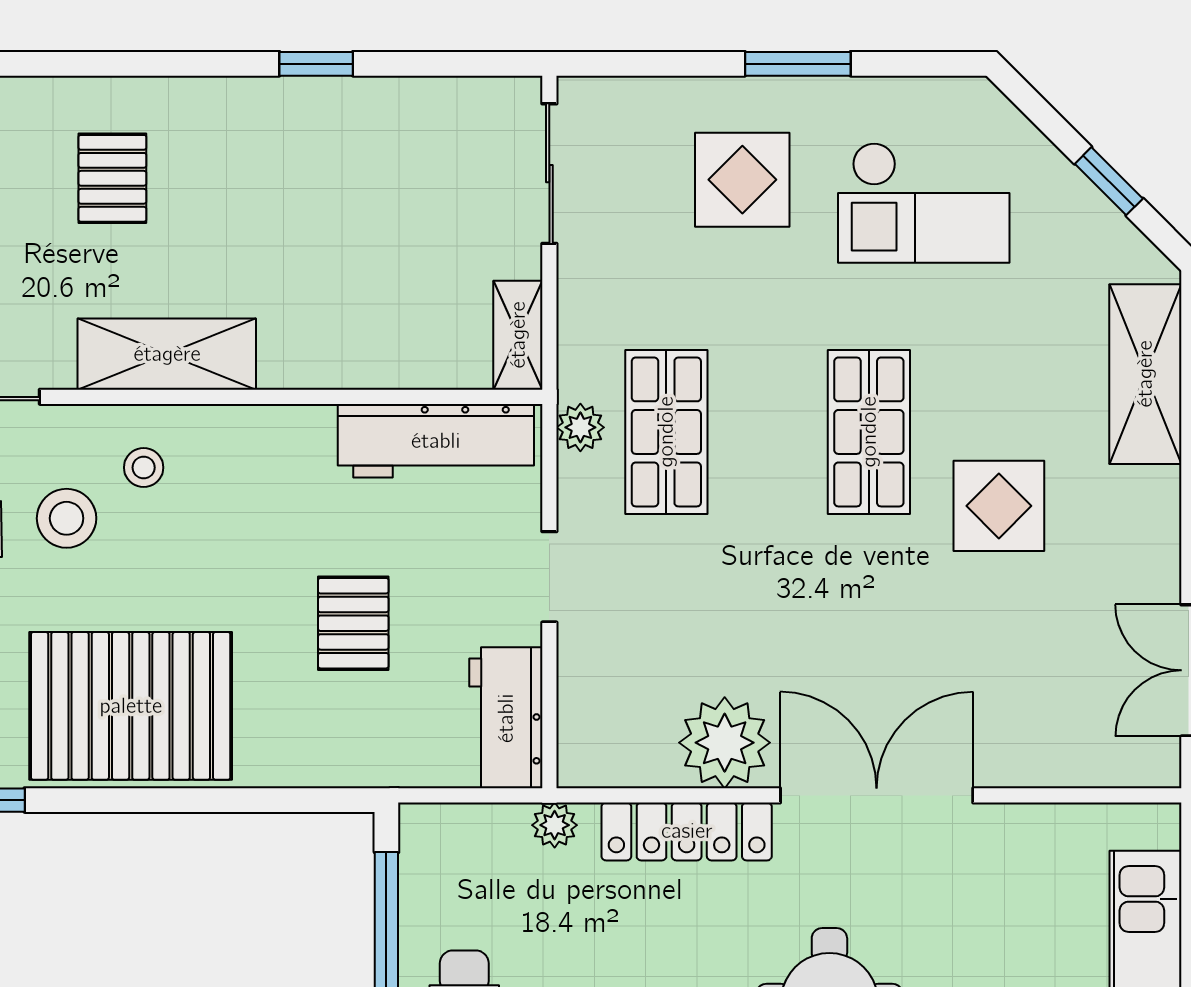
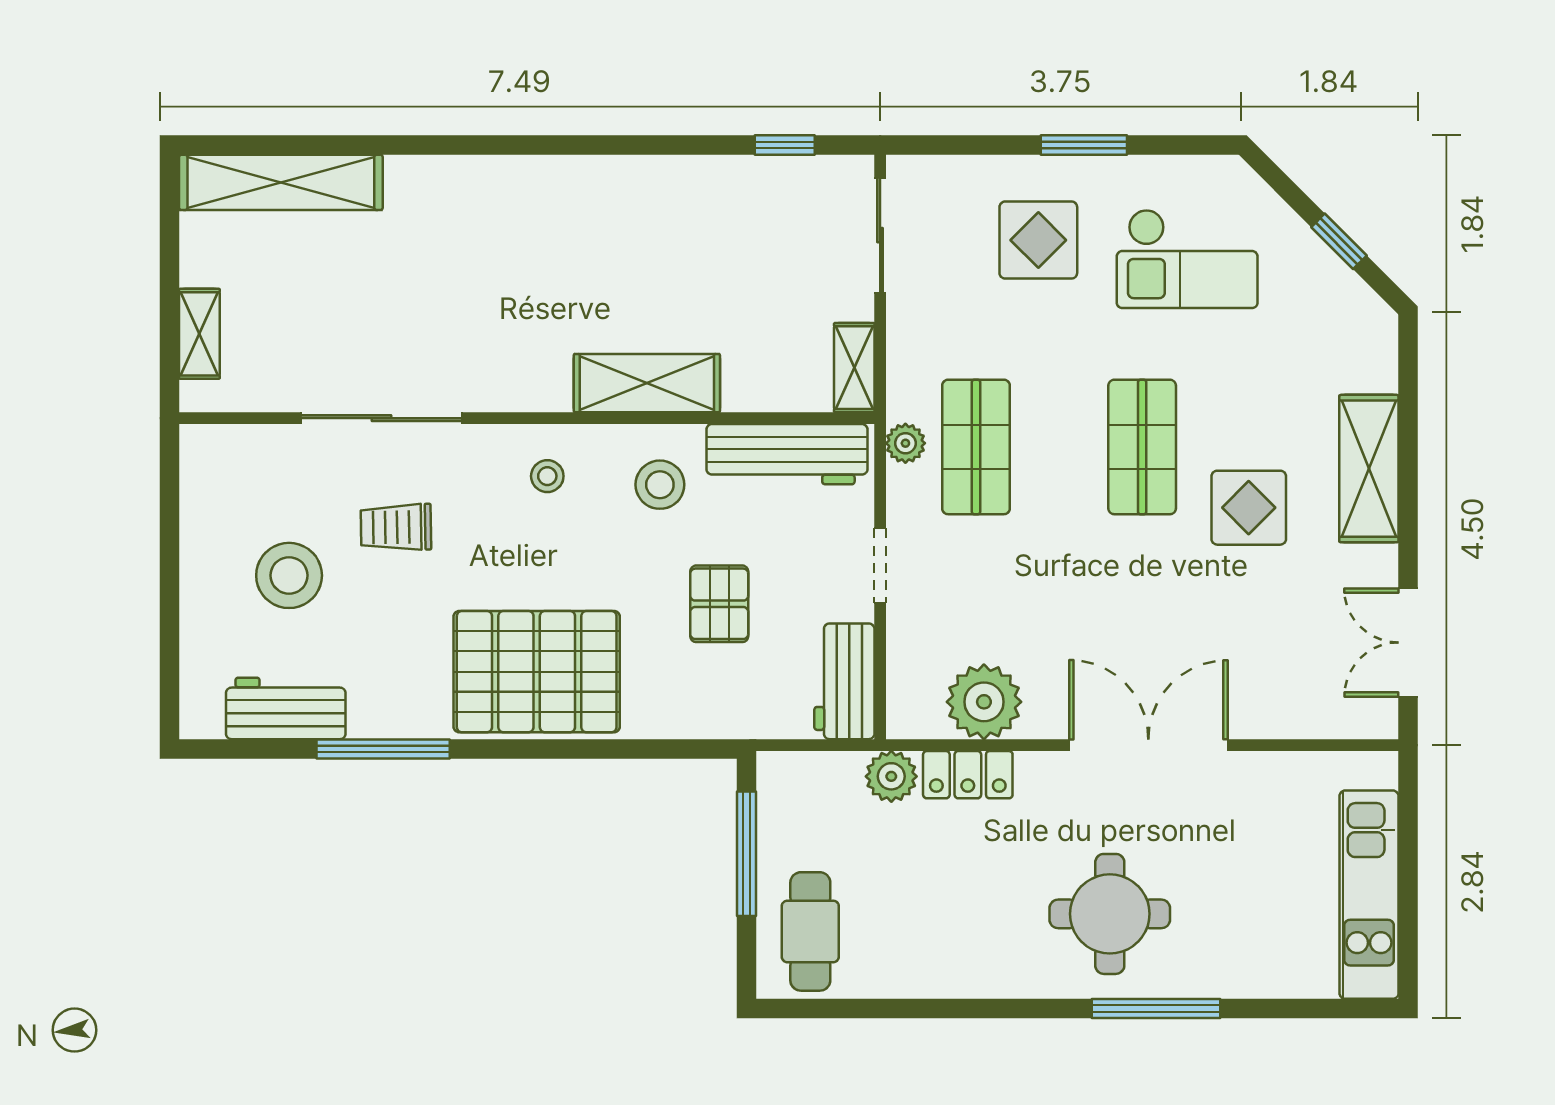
window: (316, 64) -> (785, 145), moved
pallet: (112, 178) -> (522, 239), removed
shelving: (167, 354) -> (647, 383), moved
shelving: (1145, 374) -> (1369, 469), moved
stool: (67, 518) -> (660, 485), moved
plant: (725, 743) -> (984, 702), moved
plant: (555, 825) -> (891, 776), width x1.38, depth x1.38
locker: (687, 831) -> (968, 775), width x0.66

